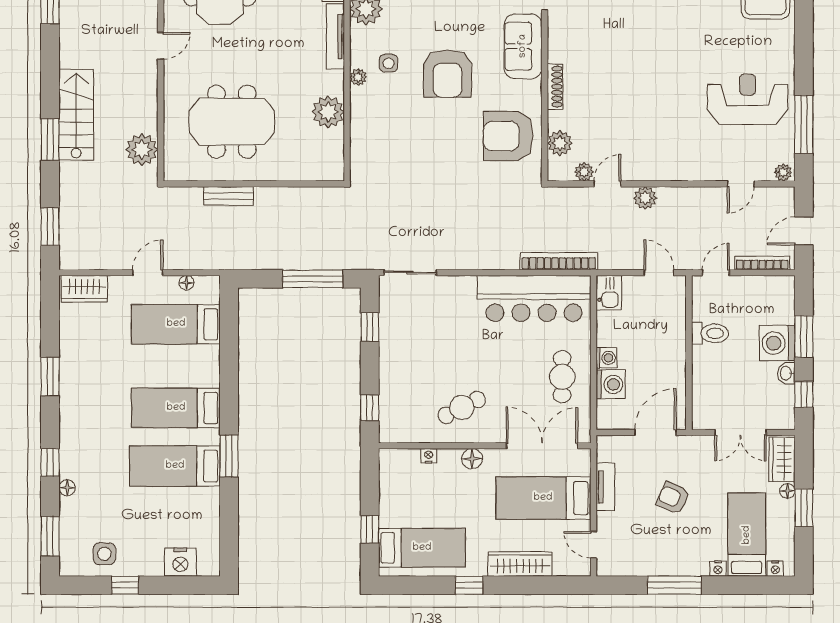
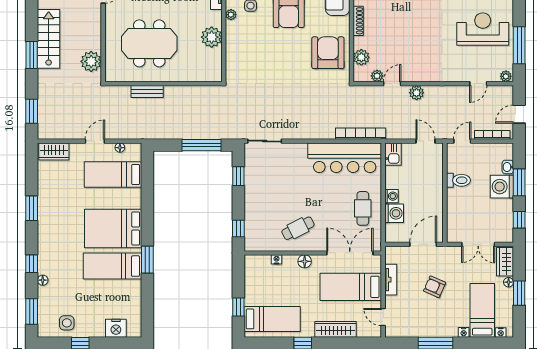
armchair: (508, 136) -> (328, 53), turned 90
washbasin: (786, 373) -> (508, 167), moved
bed: (176, 408) -> (113, 229), width x1.50

